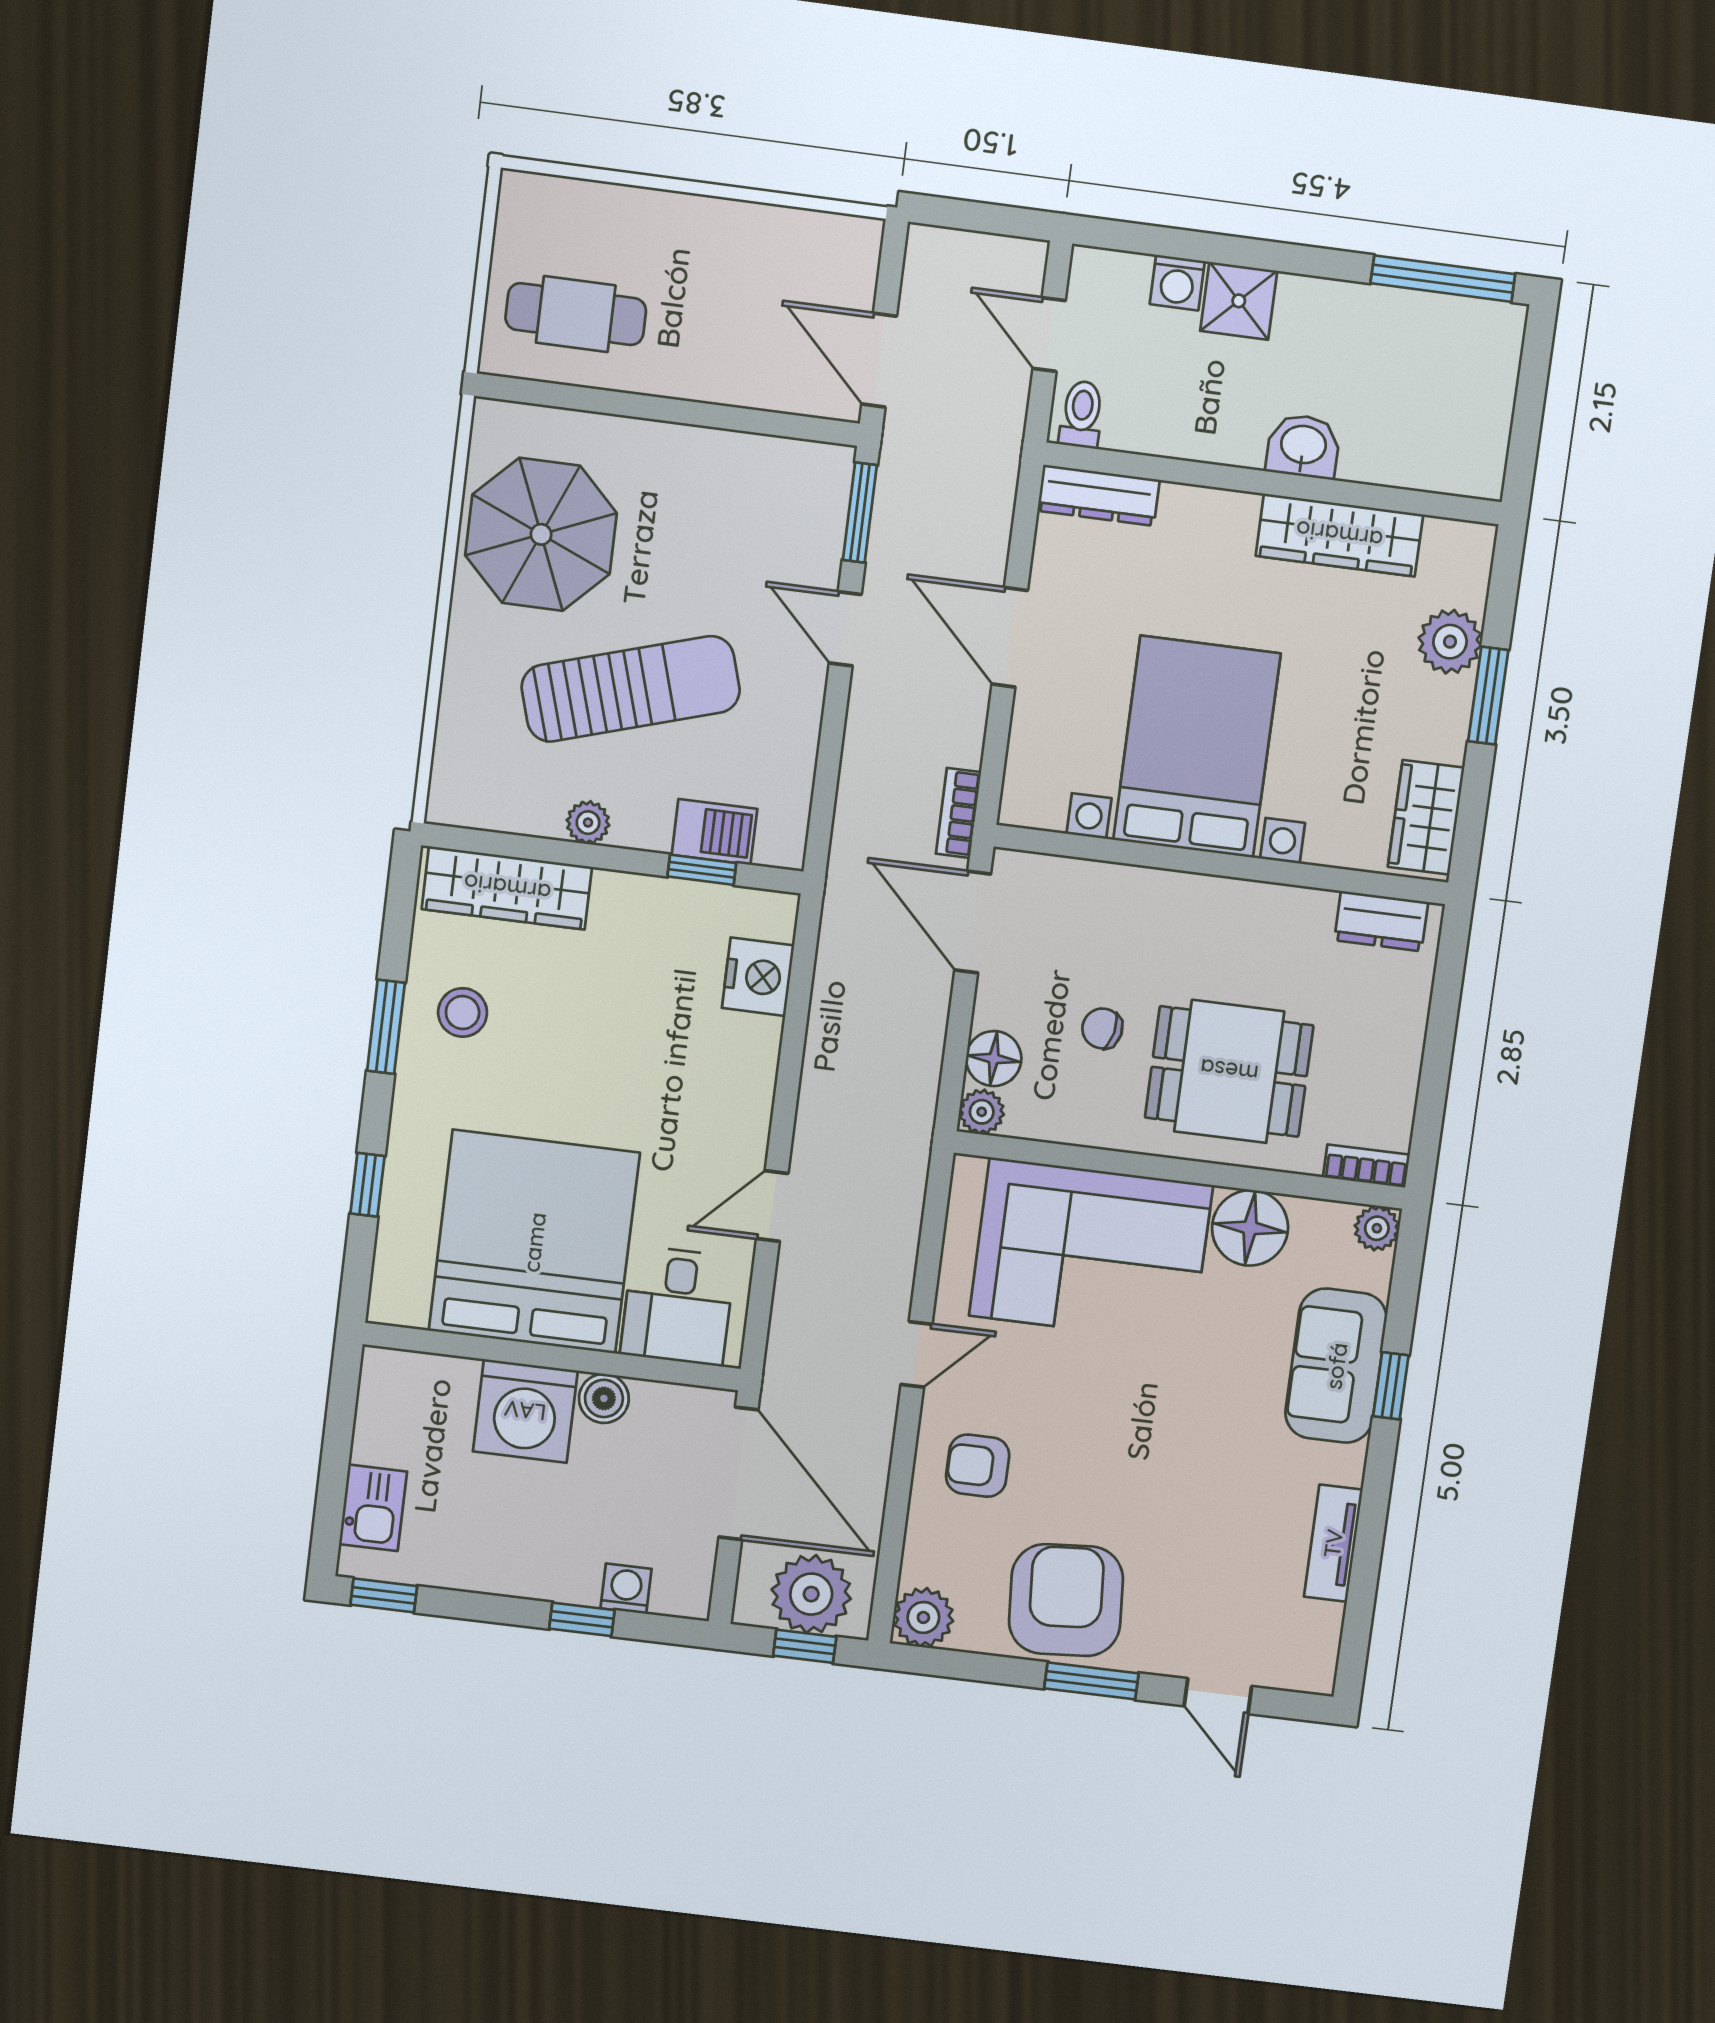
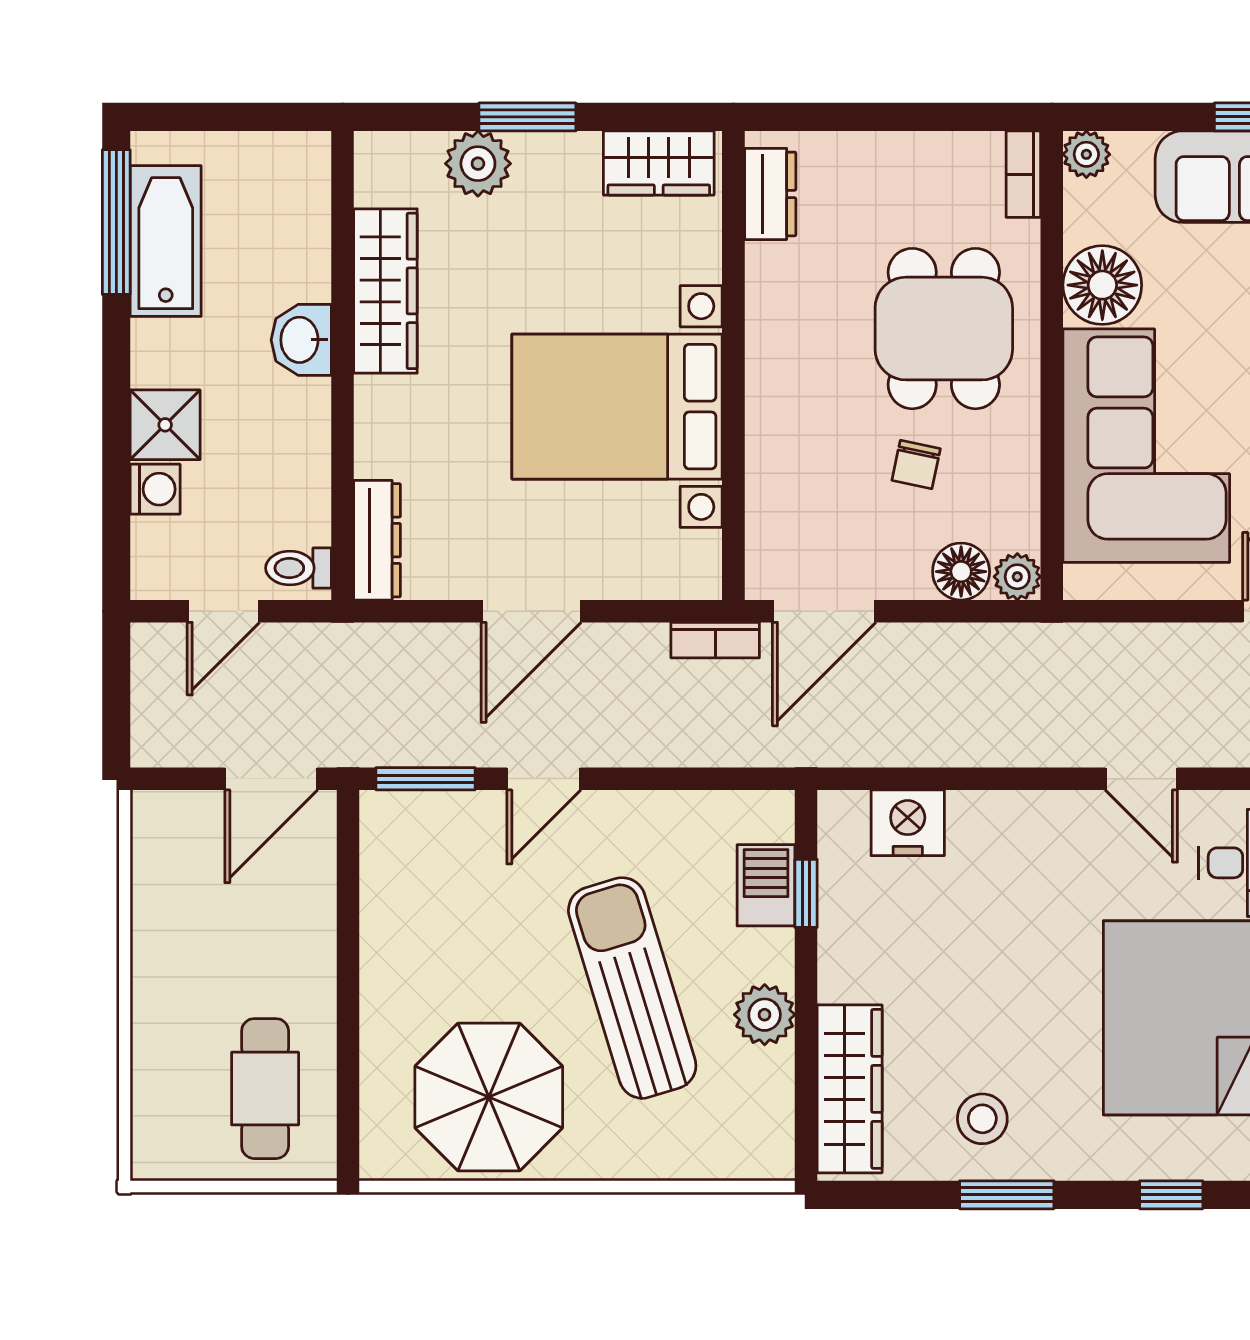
bathtub: (1418, 325) -> (166, 241), added
plant: (588, 823) -> (765, 1015), width x1.38, depth x1.38

